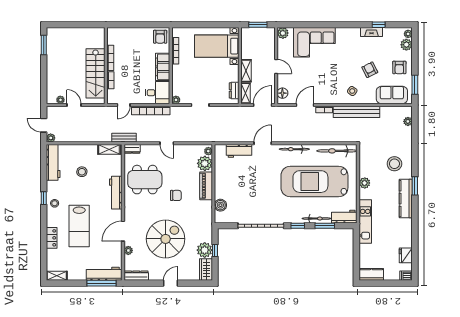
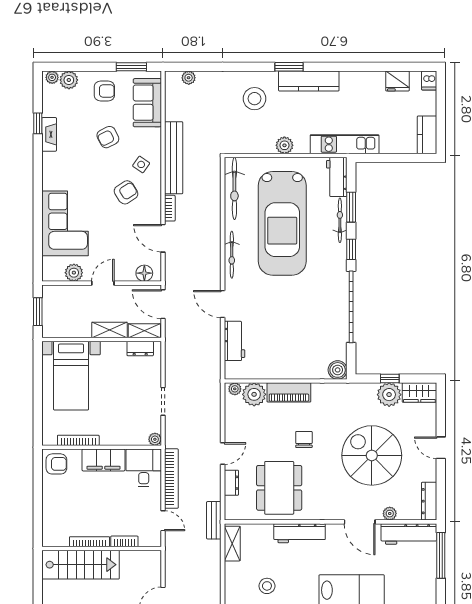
plant: (283, 33) -> (74, 273), moved
stairs: (96, 73) -> (81, 565), moved
armchair: (334, 81) -> (126, 192), added
dresser: (132, 149) -> (231, 483), moved
boiler: (220, 205) -> (338, 370), moved
workbench: (104, 274) -> (409, 534), moved, turned -90

